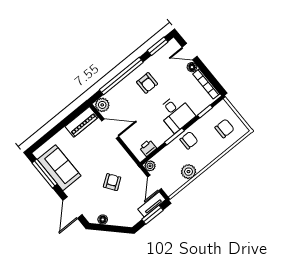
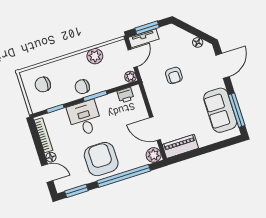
armchair: (147, 83) -> (101, 159), width x1.88, depth x1.88
armchair: (112, 182) -> (174, 75), turned -55

